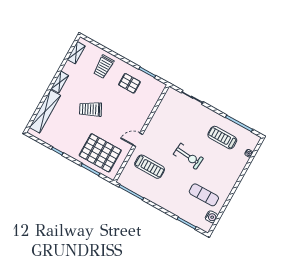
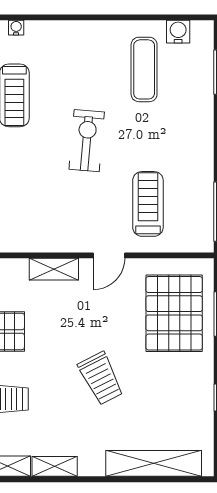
shelving: (60, 82) -> (55, 466), moved
shelving: (144, 115) -> (54, 269), added
door: (138, 140) -> (109, 255), hinge flipped

